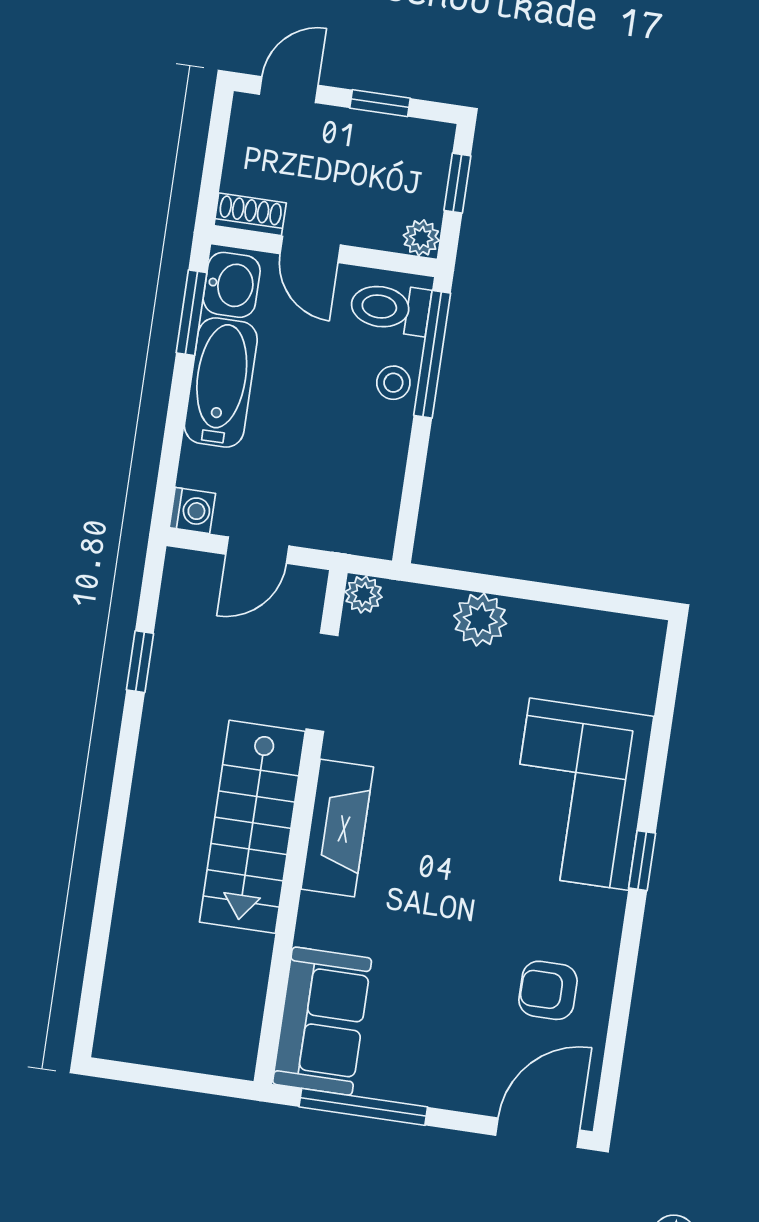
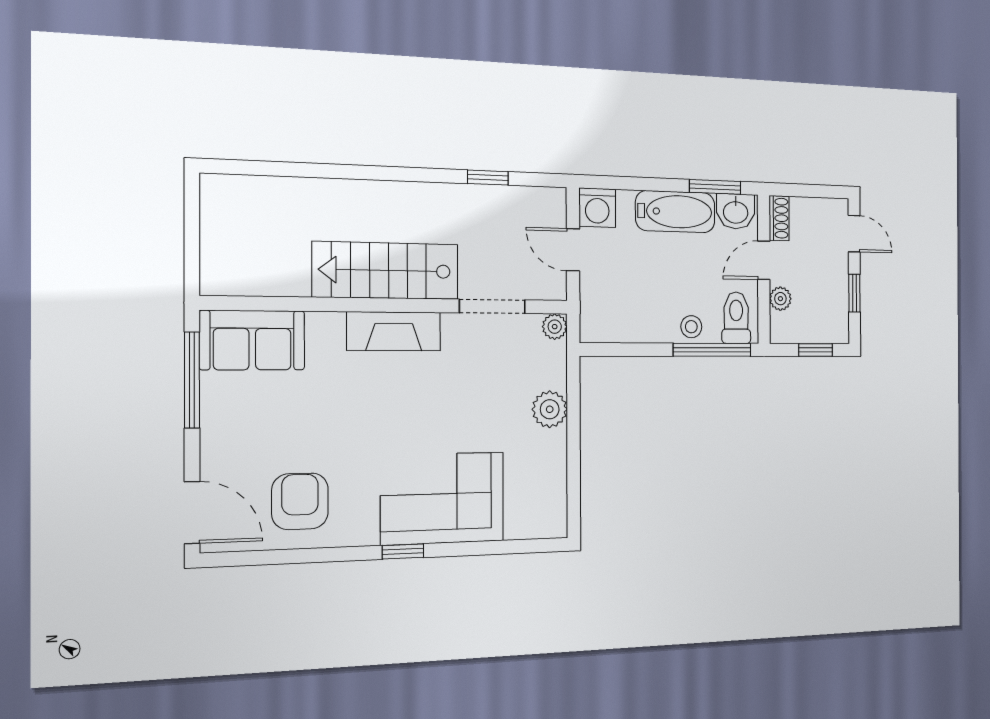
plant: (421, 238) -> (780, 299), moved
washing machine: (192, 510) -> (597, 208), width x1.38, depth x1.38
armchair: (548, 990) -> (300, 501), width x1.38, depth x1.38

